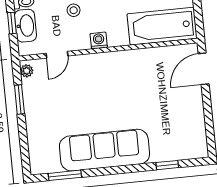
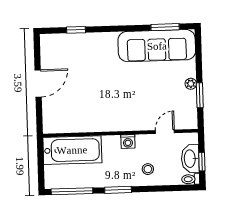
door: (204, 69) -> (38, 83), moved
plant: (27, 71) -> (191, 84), moved
sofa: (104, 150) -> (157, 46), moved

